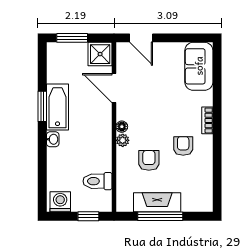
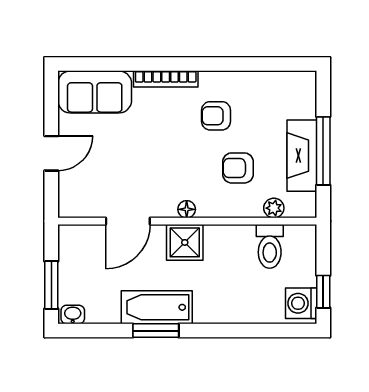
door: (141, 38) -> (51, 153), moved
shower: (100, 54) -> (185, 242), moved
bookcase: (207, 120) -> (166, 79), width x1.56
washbasin: (53, 139) -> (73, 315), moved
plant: (123, 140) -> (274, 208), moved
window: (88, 216) -> (323, 292), moved

